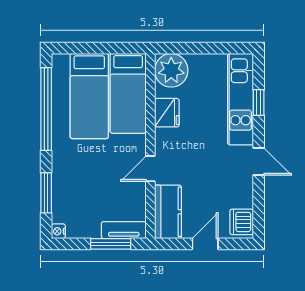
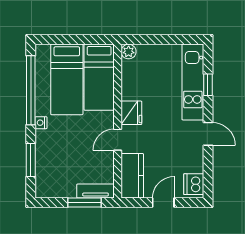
plant: (171, 70) -> (129, 52), width x0.53, depth x0.53
fridge: (167, 113) -> (131, 113), moved
nightstand: (58, 231) -> (41, 123), moved

